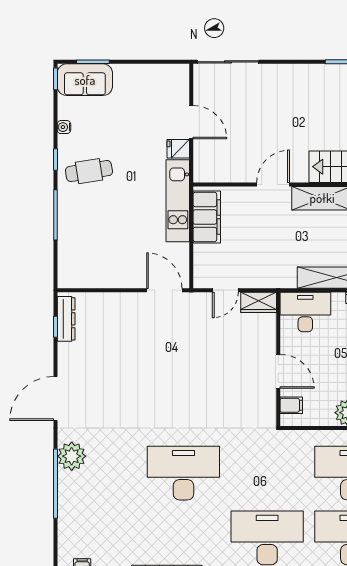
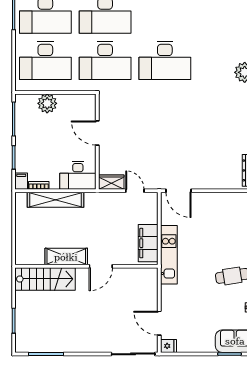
door: (191, 122) -> (159, 323), moved
fridge: (178, 149) -> (168, 346), moved
door: (225, 290) -> (135, 191), hinge flipped
filing cabinet: (291, 405) -> (88, 109), removed
desk: (267, 473) -> (105, 60), added

